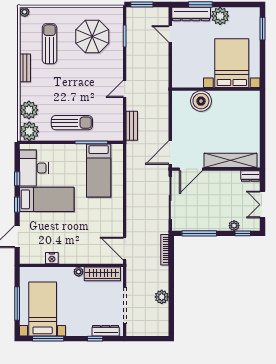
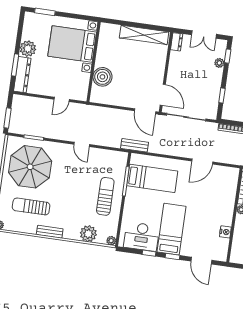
door: (170, 34) -> (62, 99), moved
parasol: (92, 37) -> (30, 167), width x1.36, depth x1.36
bench: (132, 126) -> (135, 145), moved
plant: (29, 131) -> (111, 241), width x0.53, depth x0.53
shelving: (231, 160) -> (144, 35), moved, turned 90
window: (199, 233) -> (222, 95), width x0.46
door: (125, 249) -> (202, 162), moved

